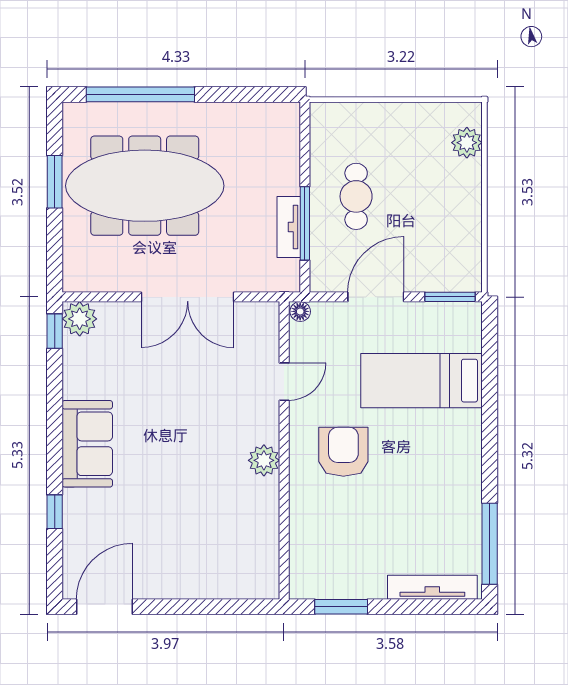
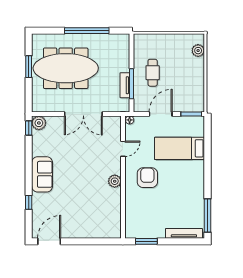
window: (140, 94) -> (87, 31), moved

